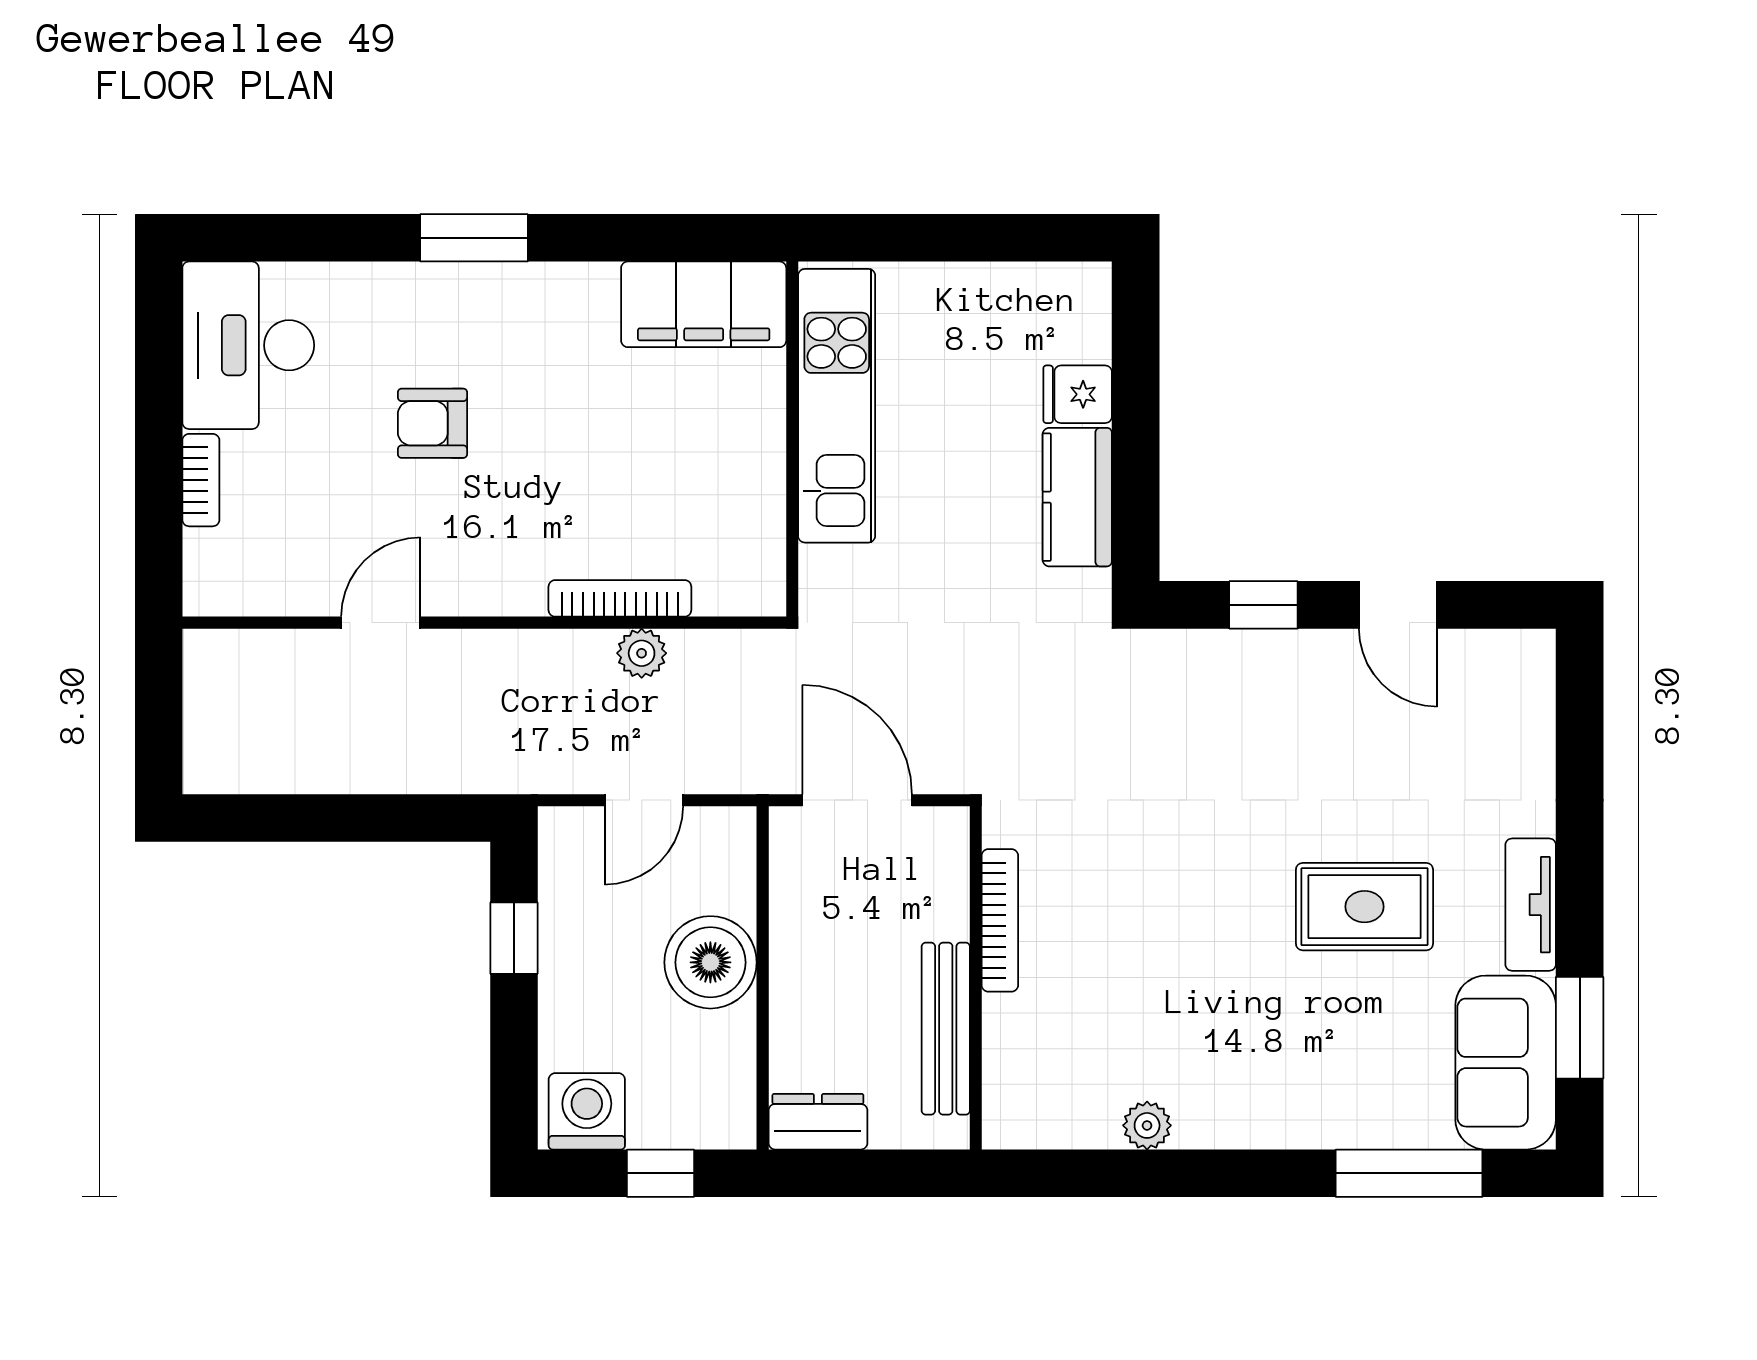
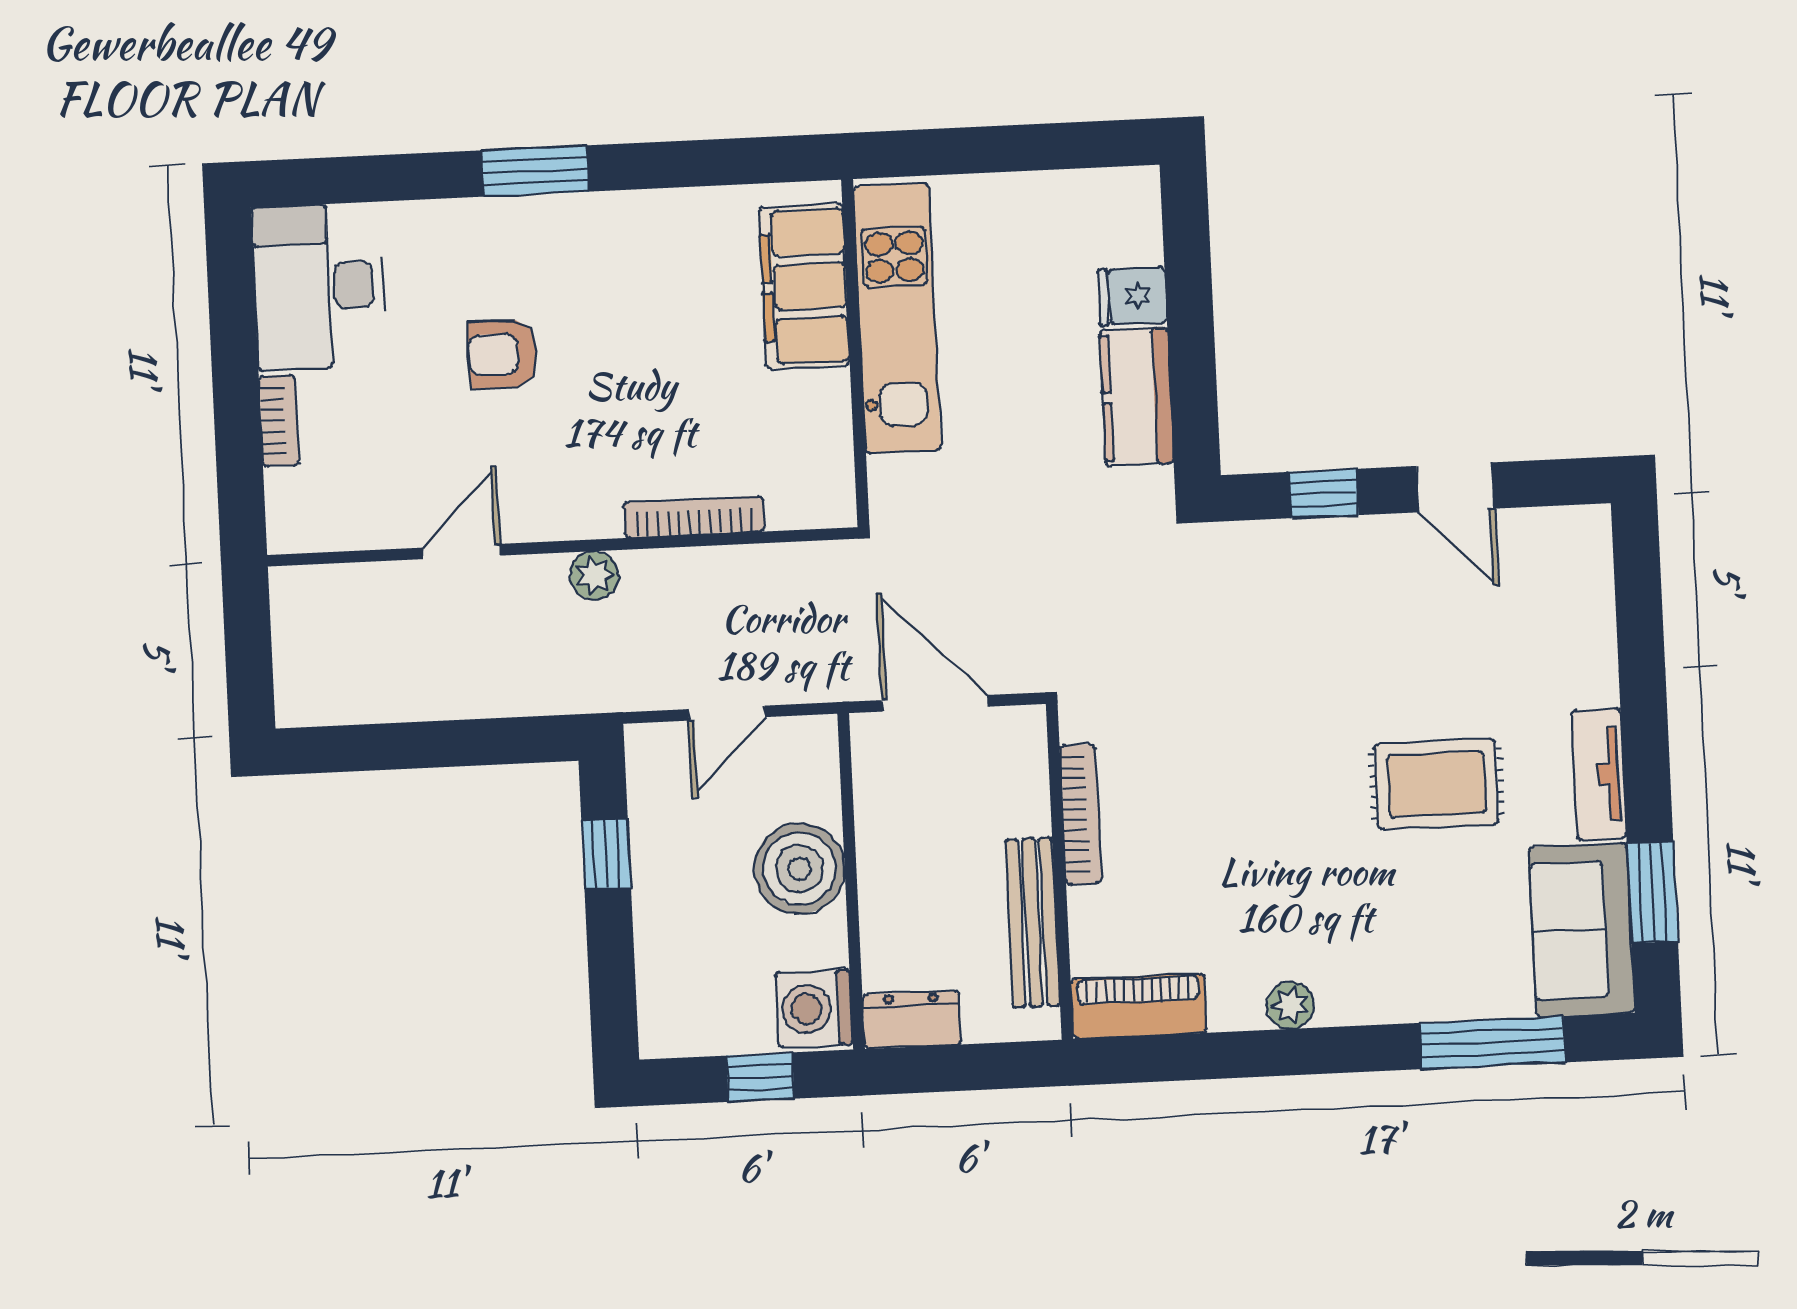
filing cabinet: (704, 304) -> (804, 286), moved, turned 90
plant: (642, 653) -> (594, 575), moved
washing machine: (587, 1111) -> (814, 1009), moved, turned -90
piano: (1050, 1119) -> (1139, 1006), added
plant: (1147, 1125) -> (1291, 1005), moved

